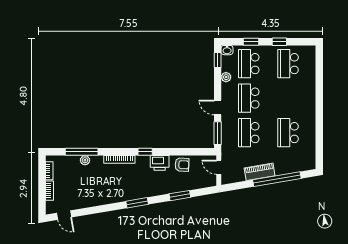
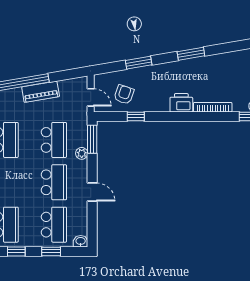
window: (218, 60) -> (92, 229), removed
plant: (226, 77) -> (82, 153), moved
door: (218, 108) -> (92, 192), moved
window: (145, 152) -> (136, 116), moved
printer: (160, 163) -> (181, 103), moved
armchair: (182, 165) -> (124, 95), moved, turned 106

